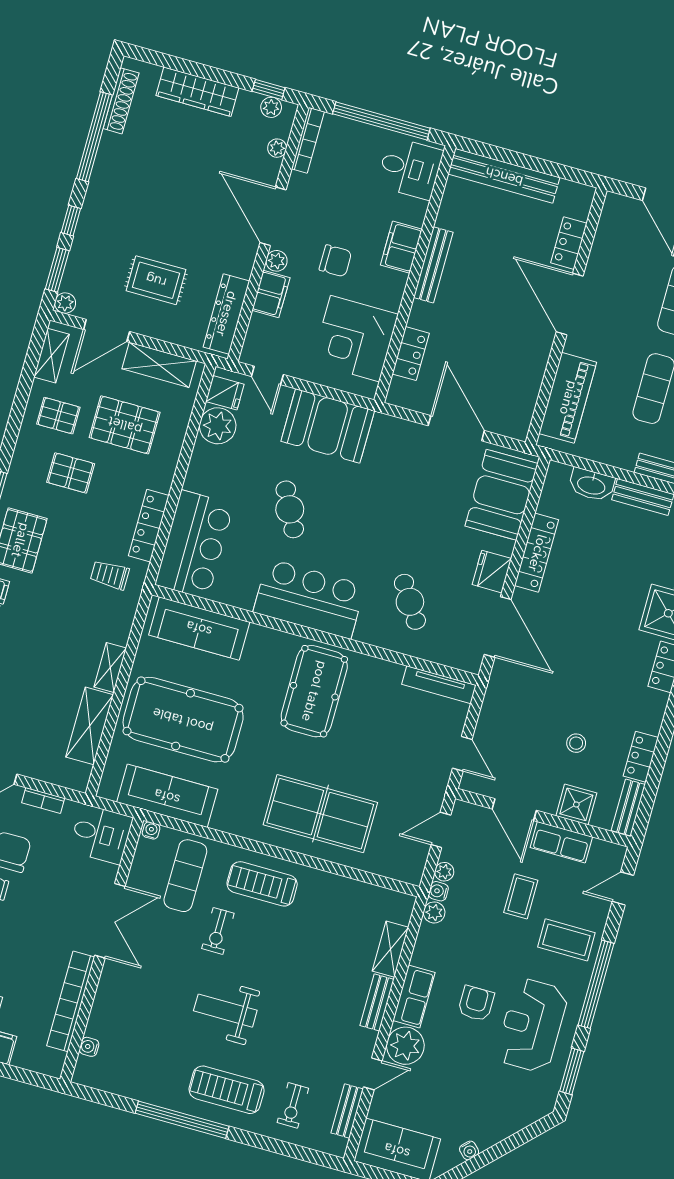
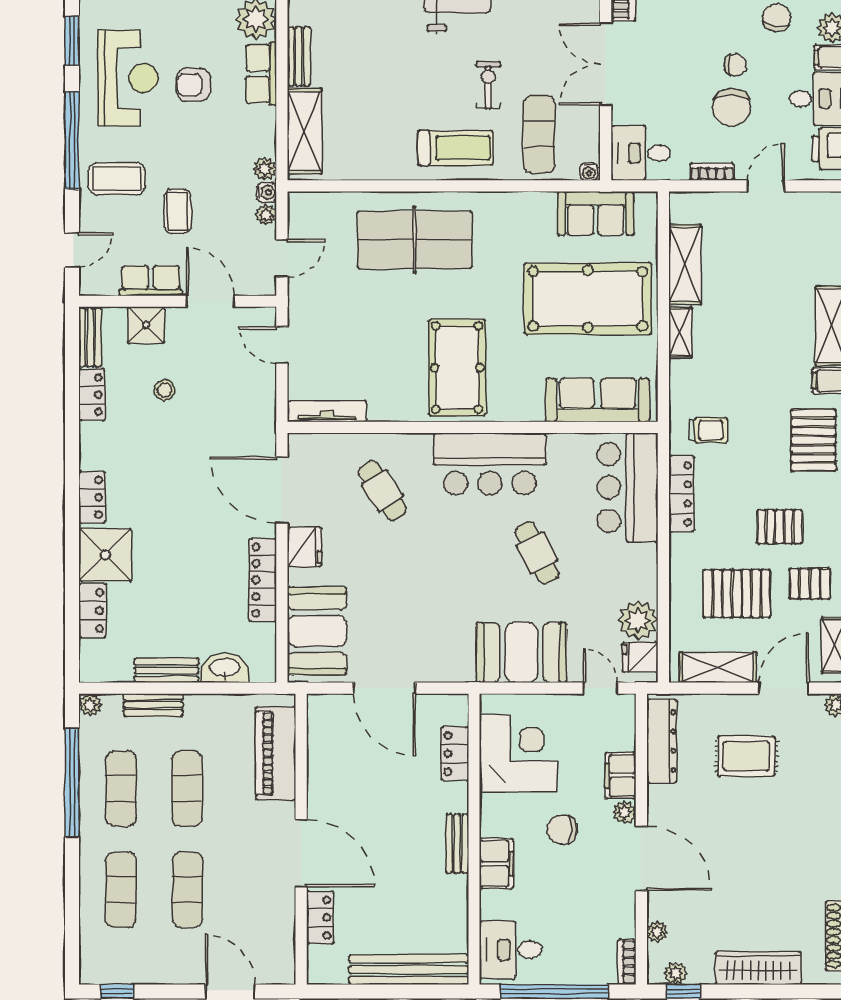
bookcase: (308, 140) -> (627, 962), width x0.64
bench: (433, 265) -> (457, 844), width x0.73
sofa: (167, 796) -> (596, 213), width x0.73
shelving: (390, 949) -> (305, 131), width x1.50, depth x1.33
armchair: (476, 1003) -> (193, 85), turned 90

